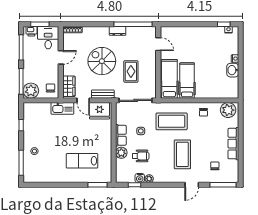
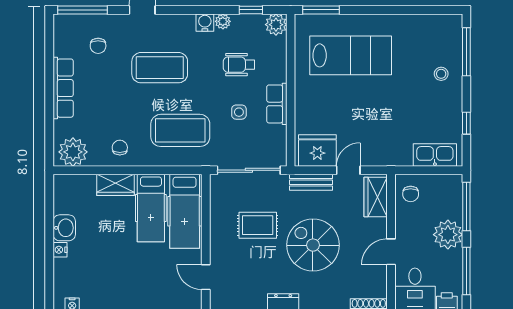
spiral stairs: (102, 61) -> (313, 245), turned 180
rug: (131, 71) -> (258, 225), turned 90
plant: (31, 91) -> (448, 235), moved
wardrobe: (206, 93) -> (115, 185), added
door: (83, 100) -> (348, 170), hinge flipped
kitchen sink: (62, 108) -> (435, 155), moved
plant: (121, 153) -> (276, 25), moved
coffee table: (182, 154) -> (160, 68), turned 90
lab bench: (82, 161) -> (351, 55), width x1.36, depth x1.39
water cooler: (140, 178) -> (205, 23), moved

